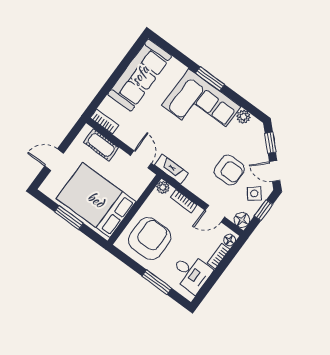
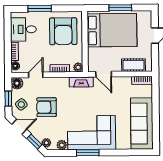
window: (210, 79) -> (88, 153), moved
plant: (258, 132) -> (46, 143), added

